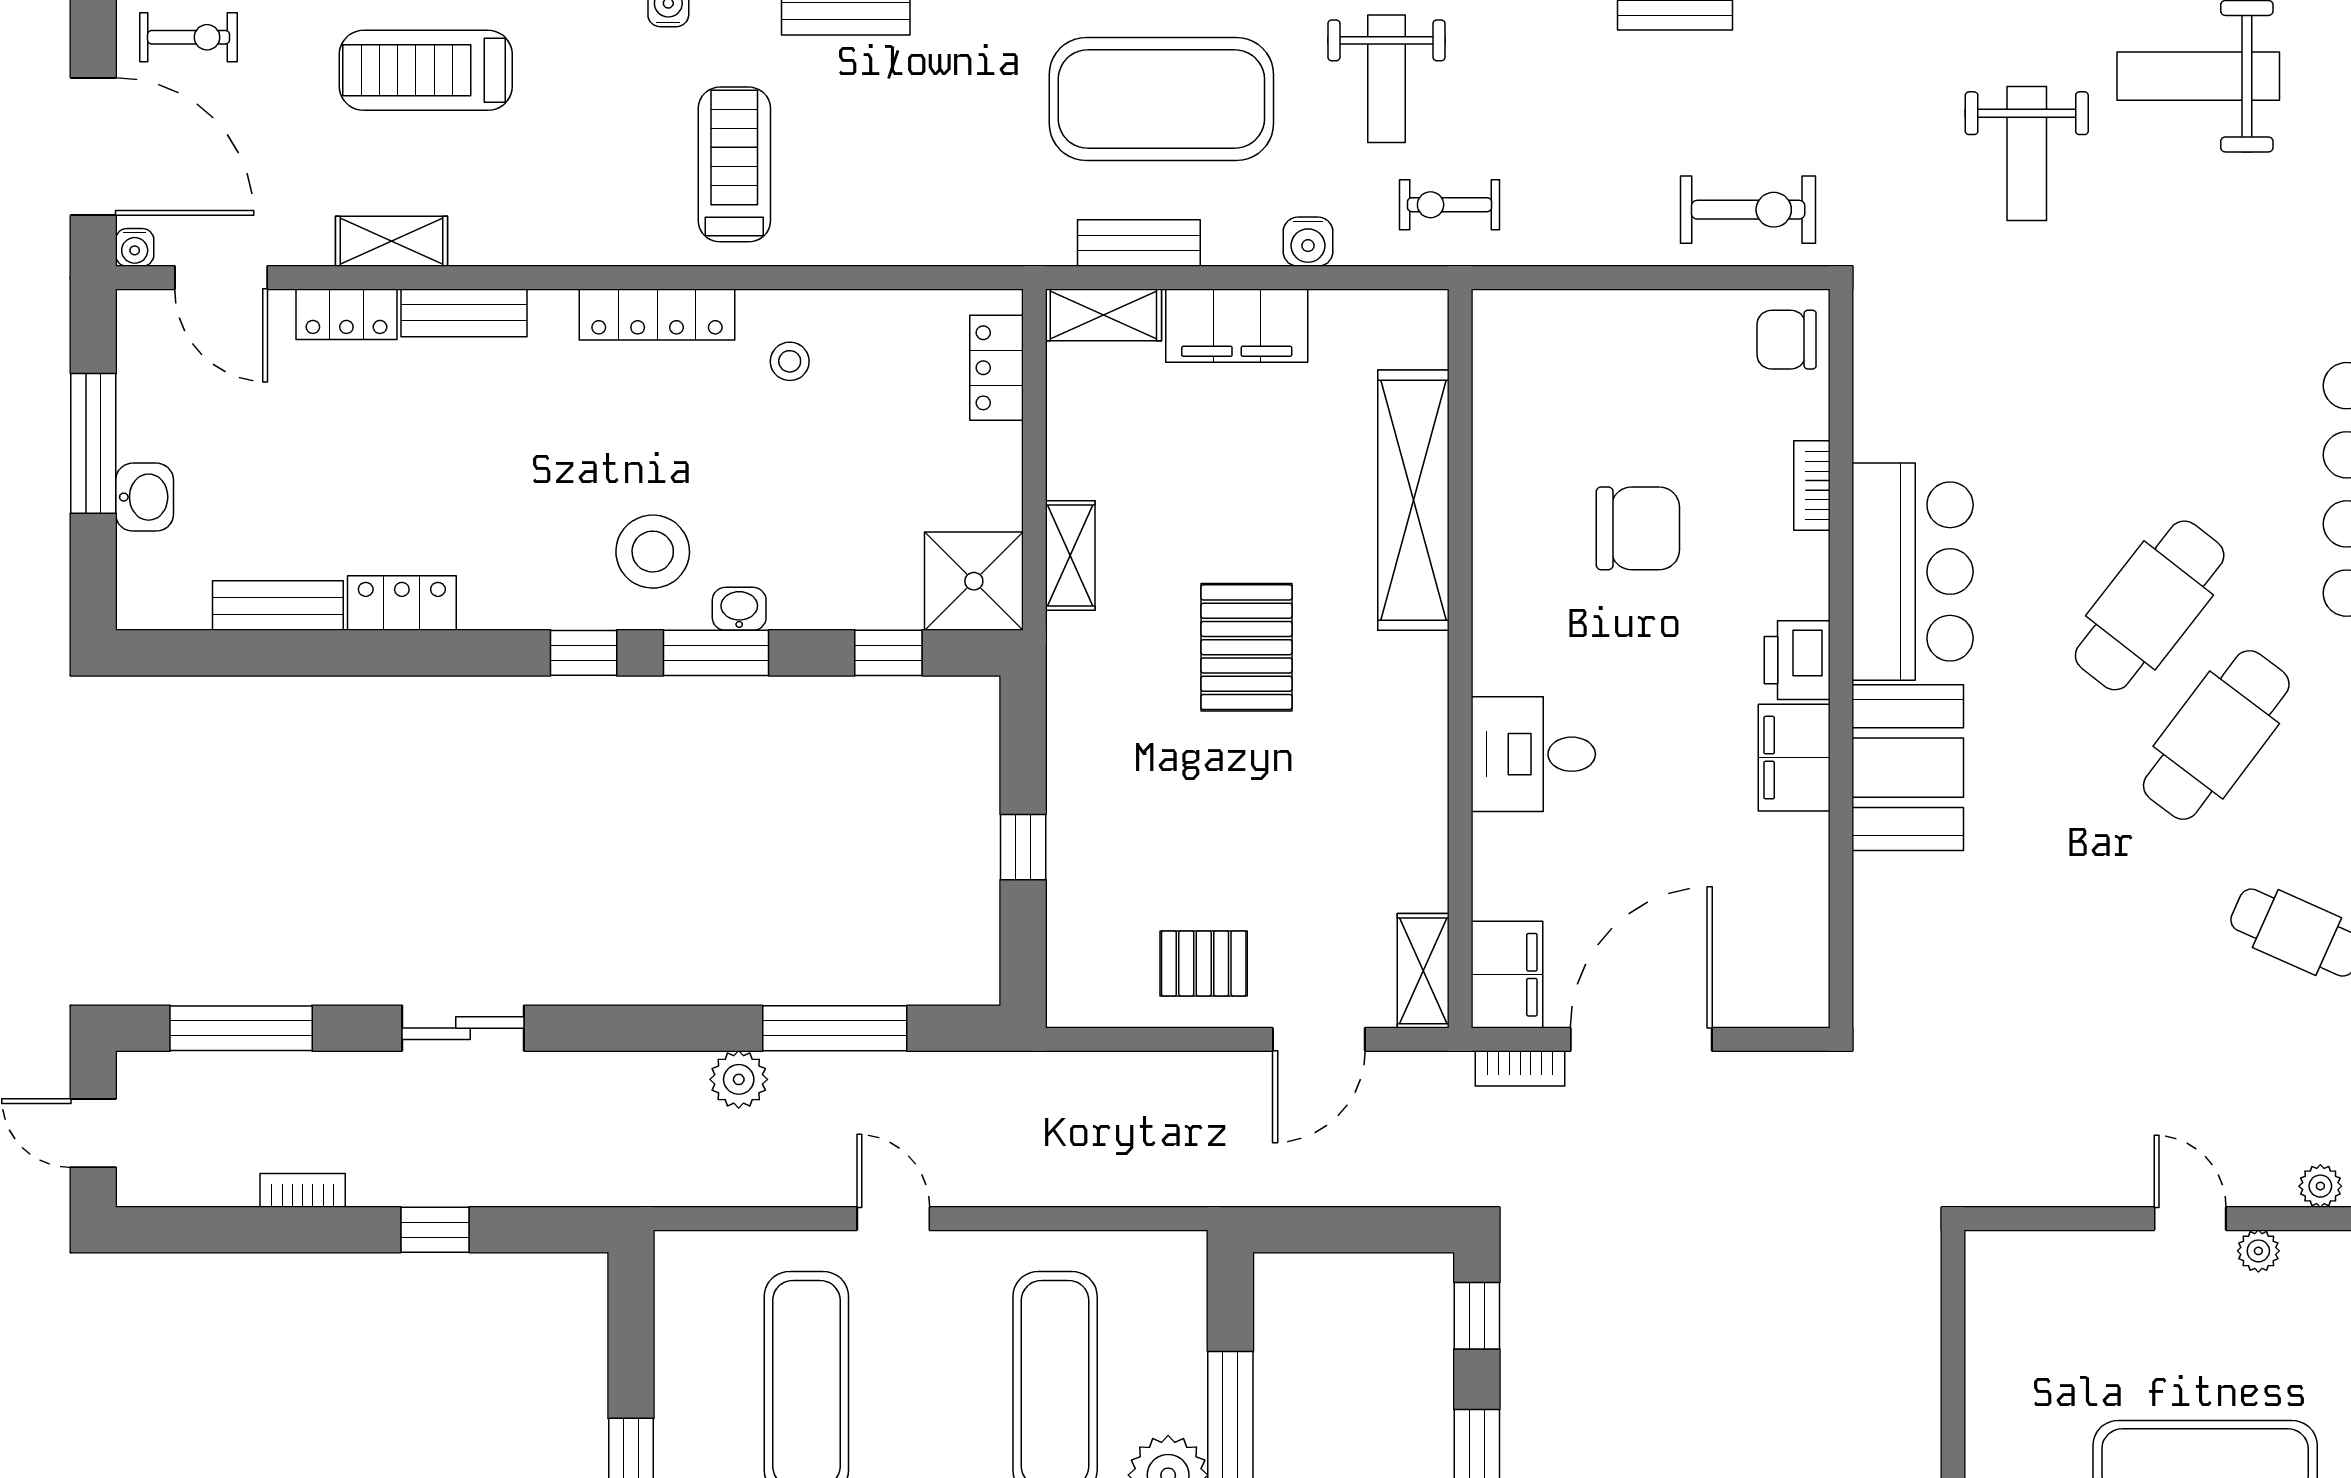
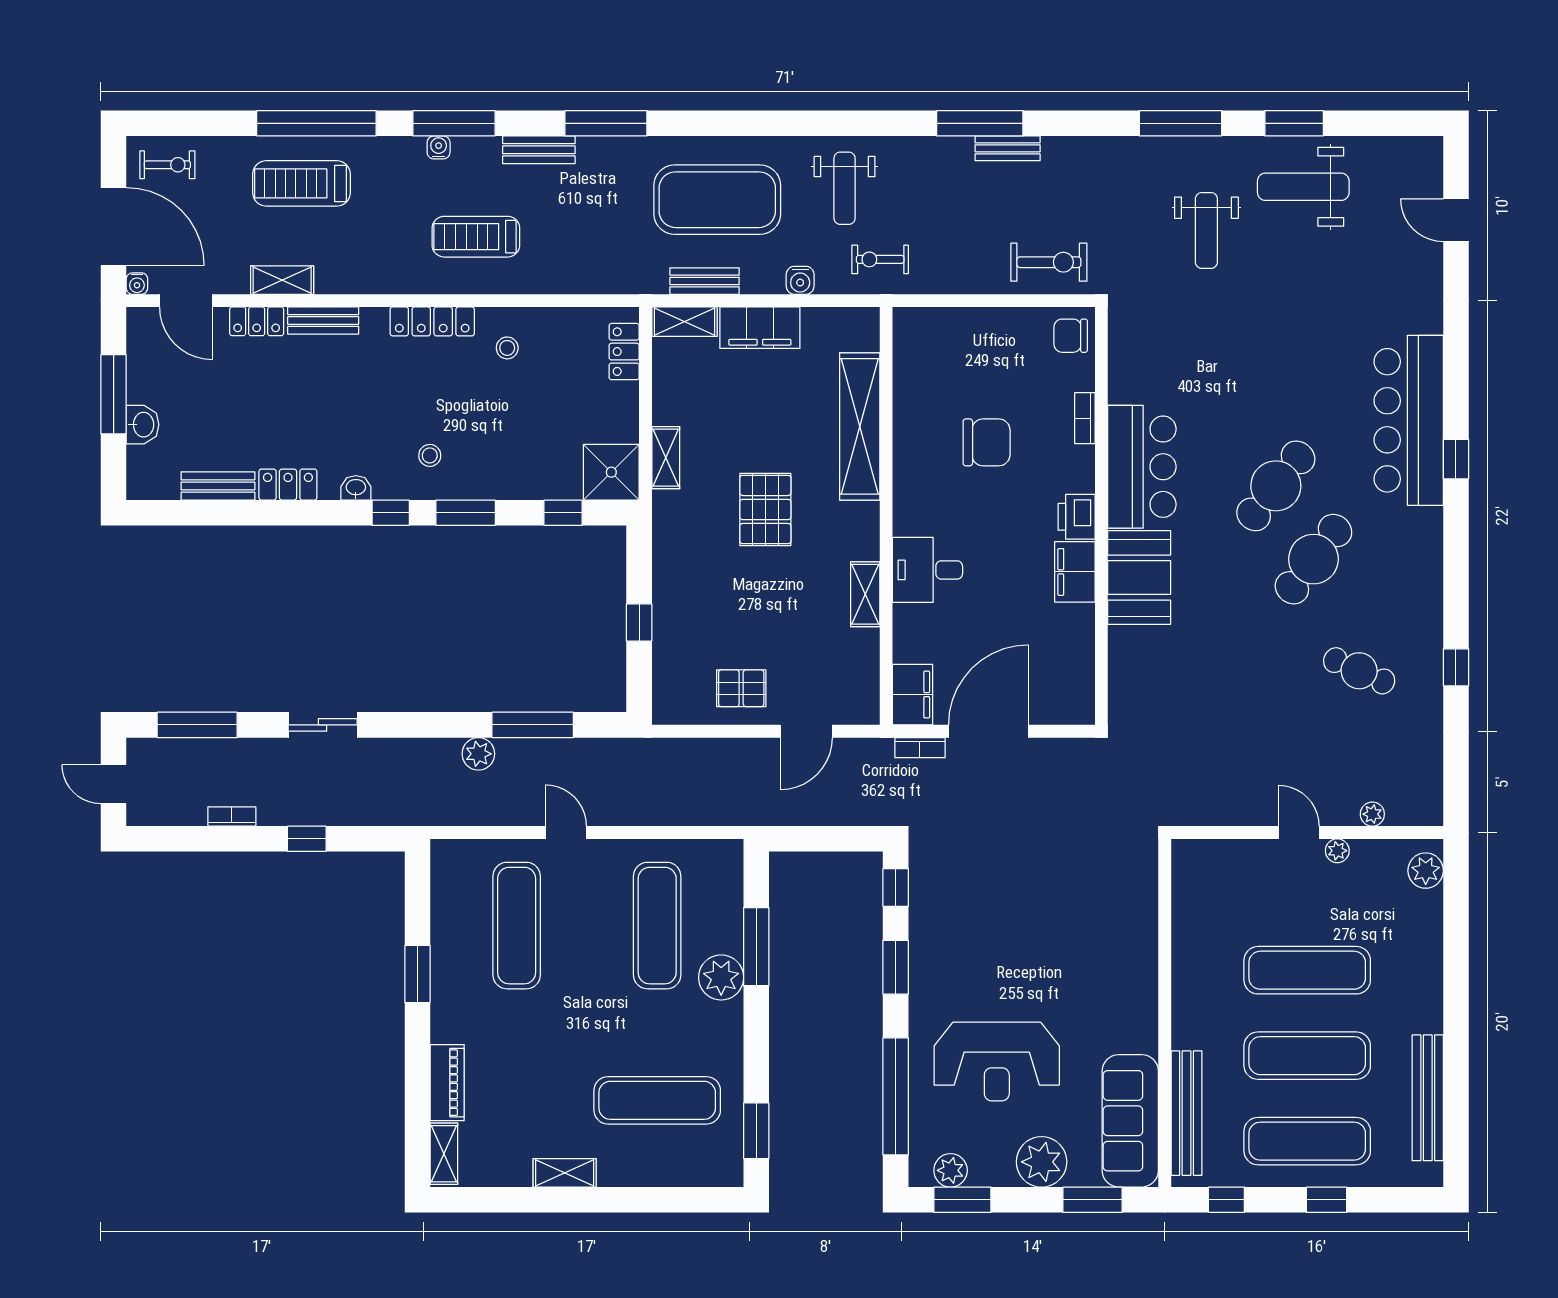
treadmill: (734, 164) -> (476, 237), turned -90
stool: (653, 552) -> (430, 455), width x0.53, depth x0.53
washbasin: (739, 609) -> (356, 488), moved
shelving: (1423, 971) -> (865, 594), moved

